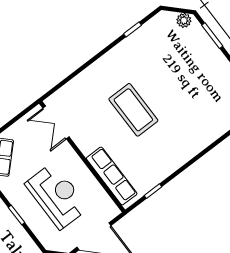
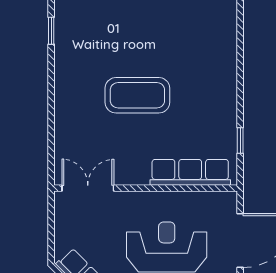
double door: (56, 122) -> (88, 188), swing flipped

